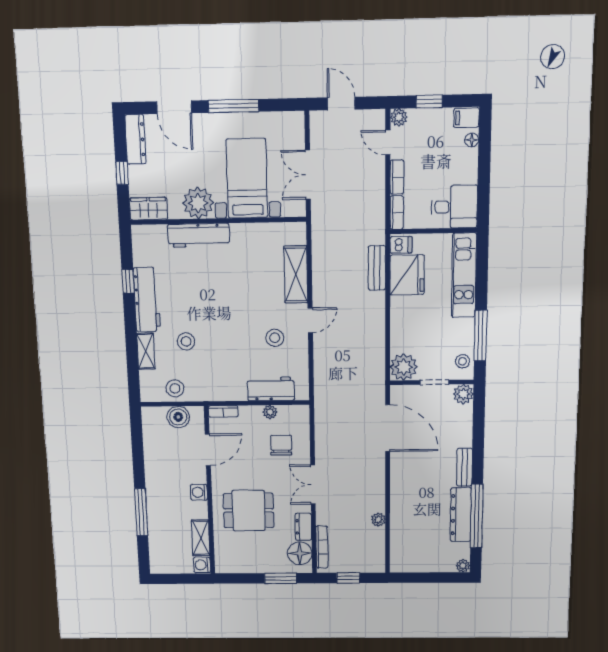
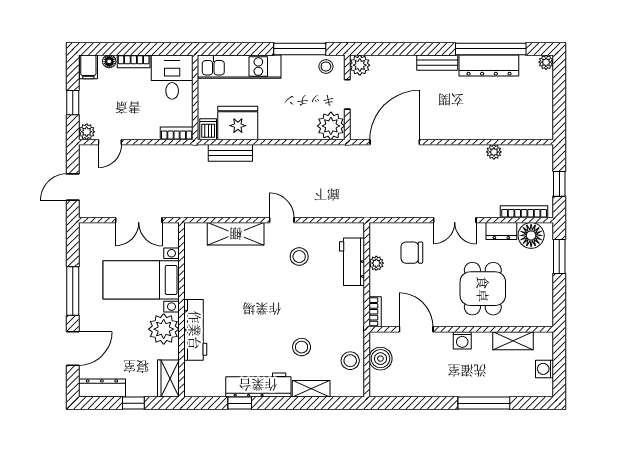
bookcase: (397, 177) -> (134, 61), moved, turned 180
washing machine: (202, 565) -> (545, 369), moved, turned 90

